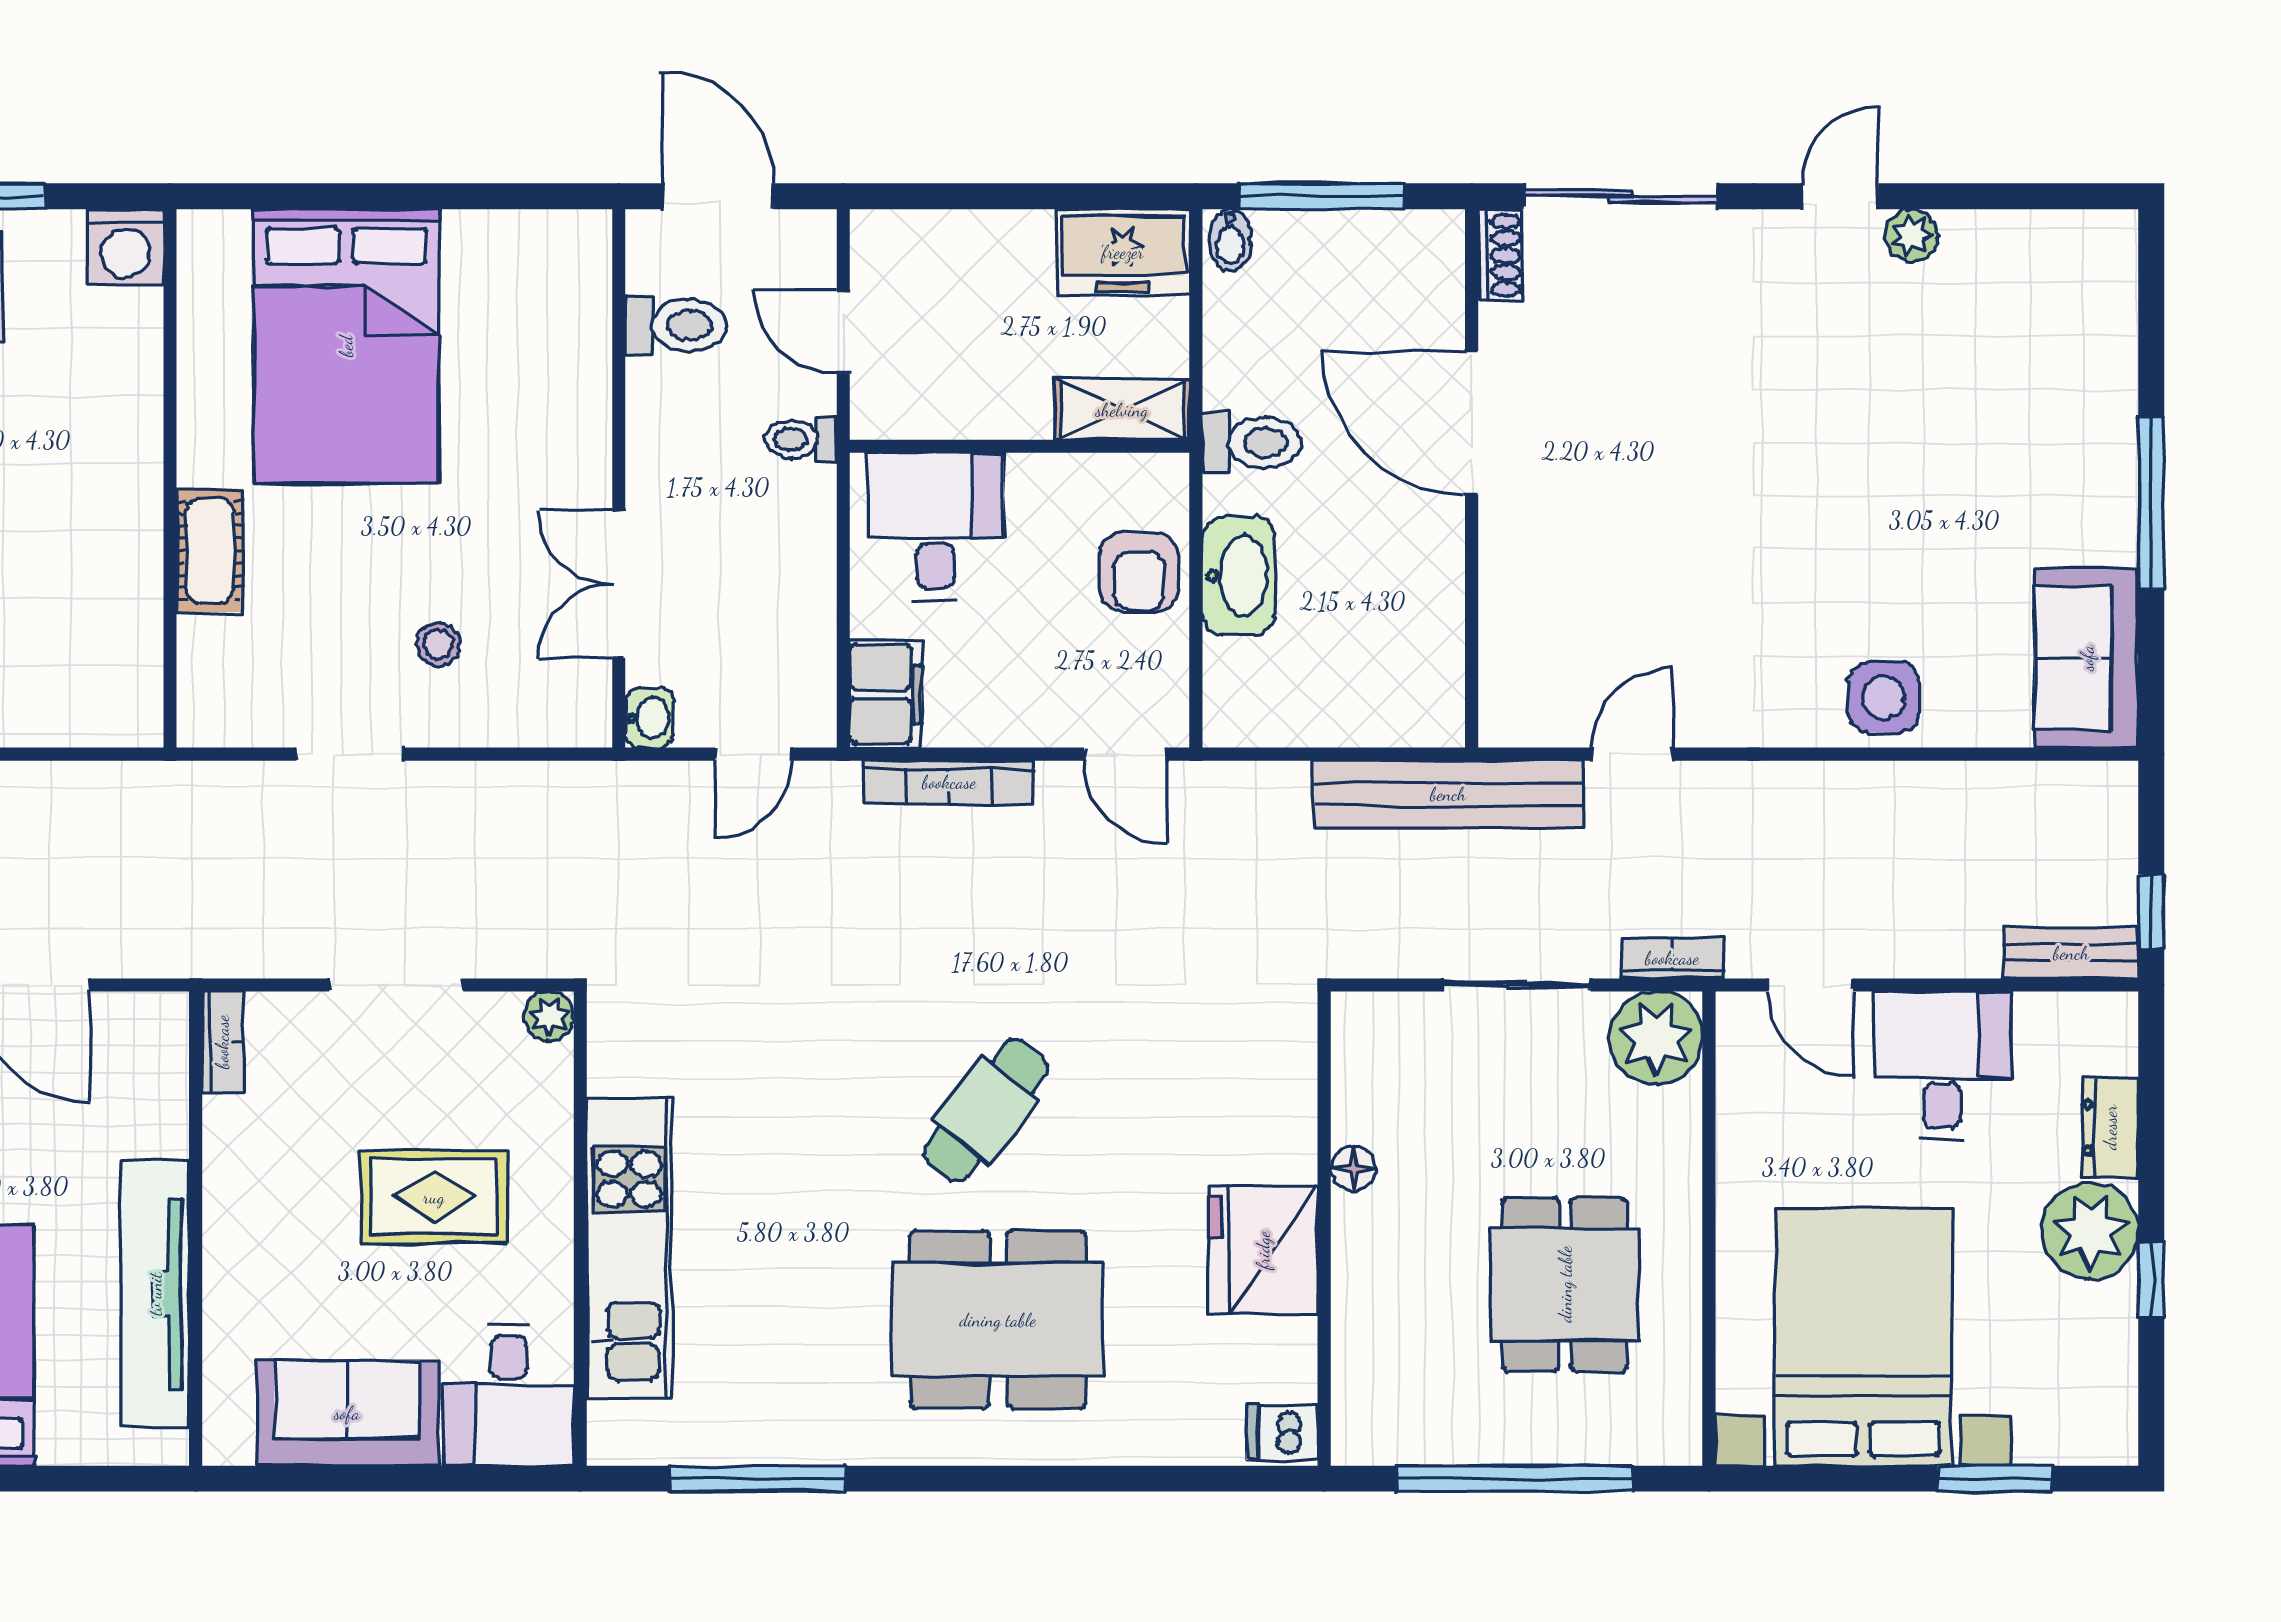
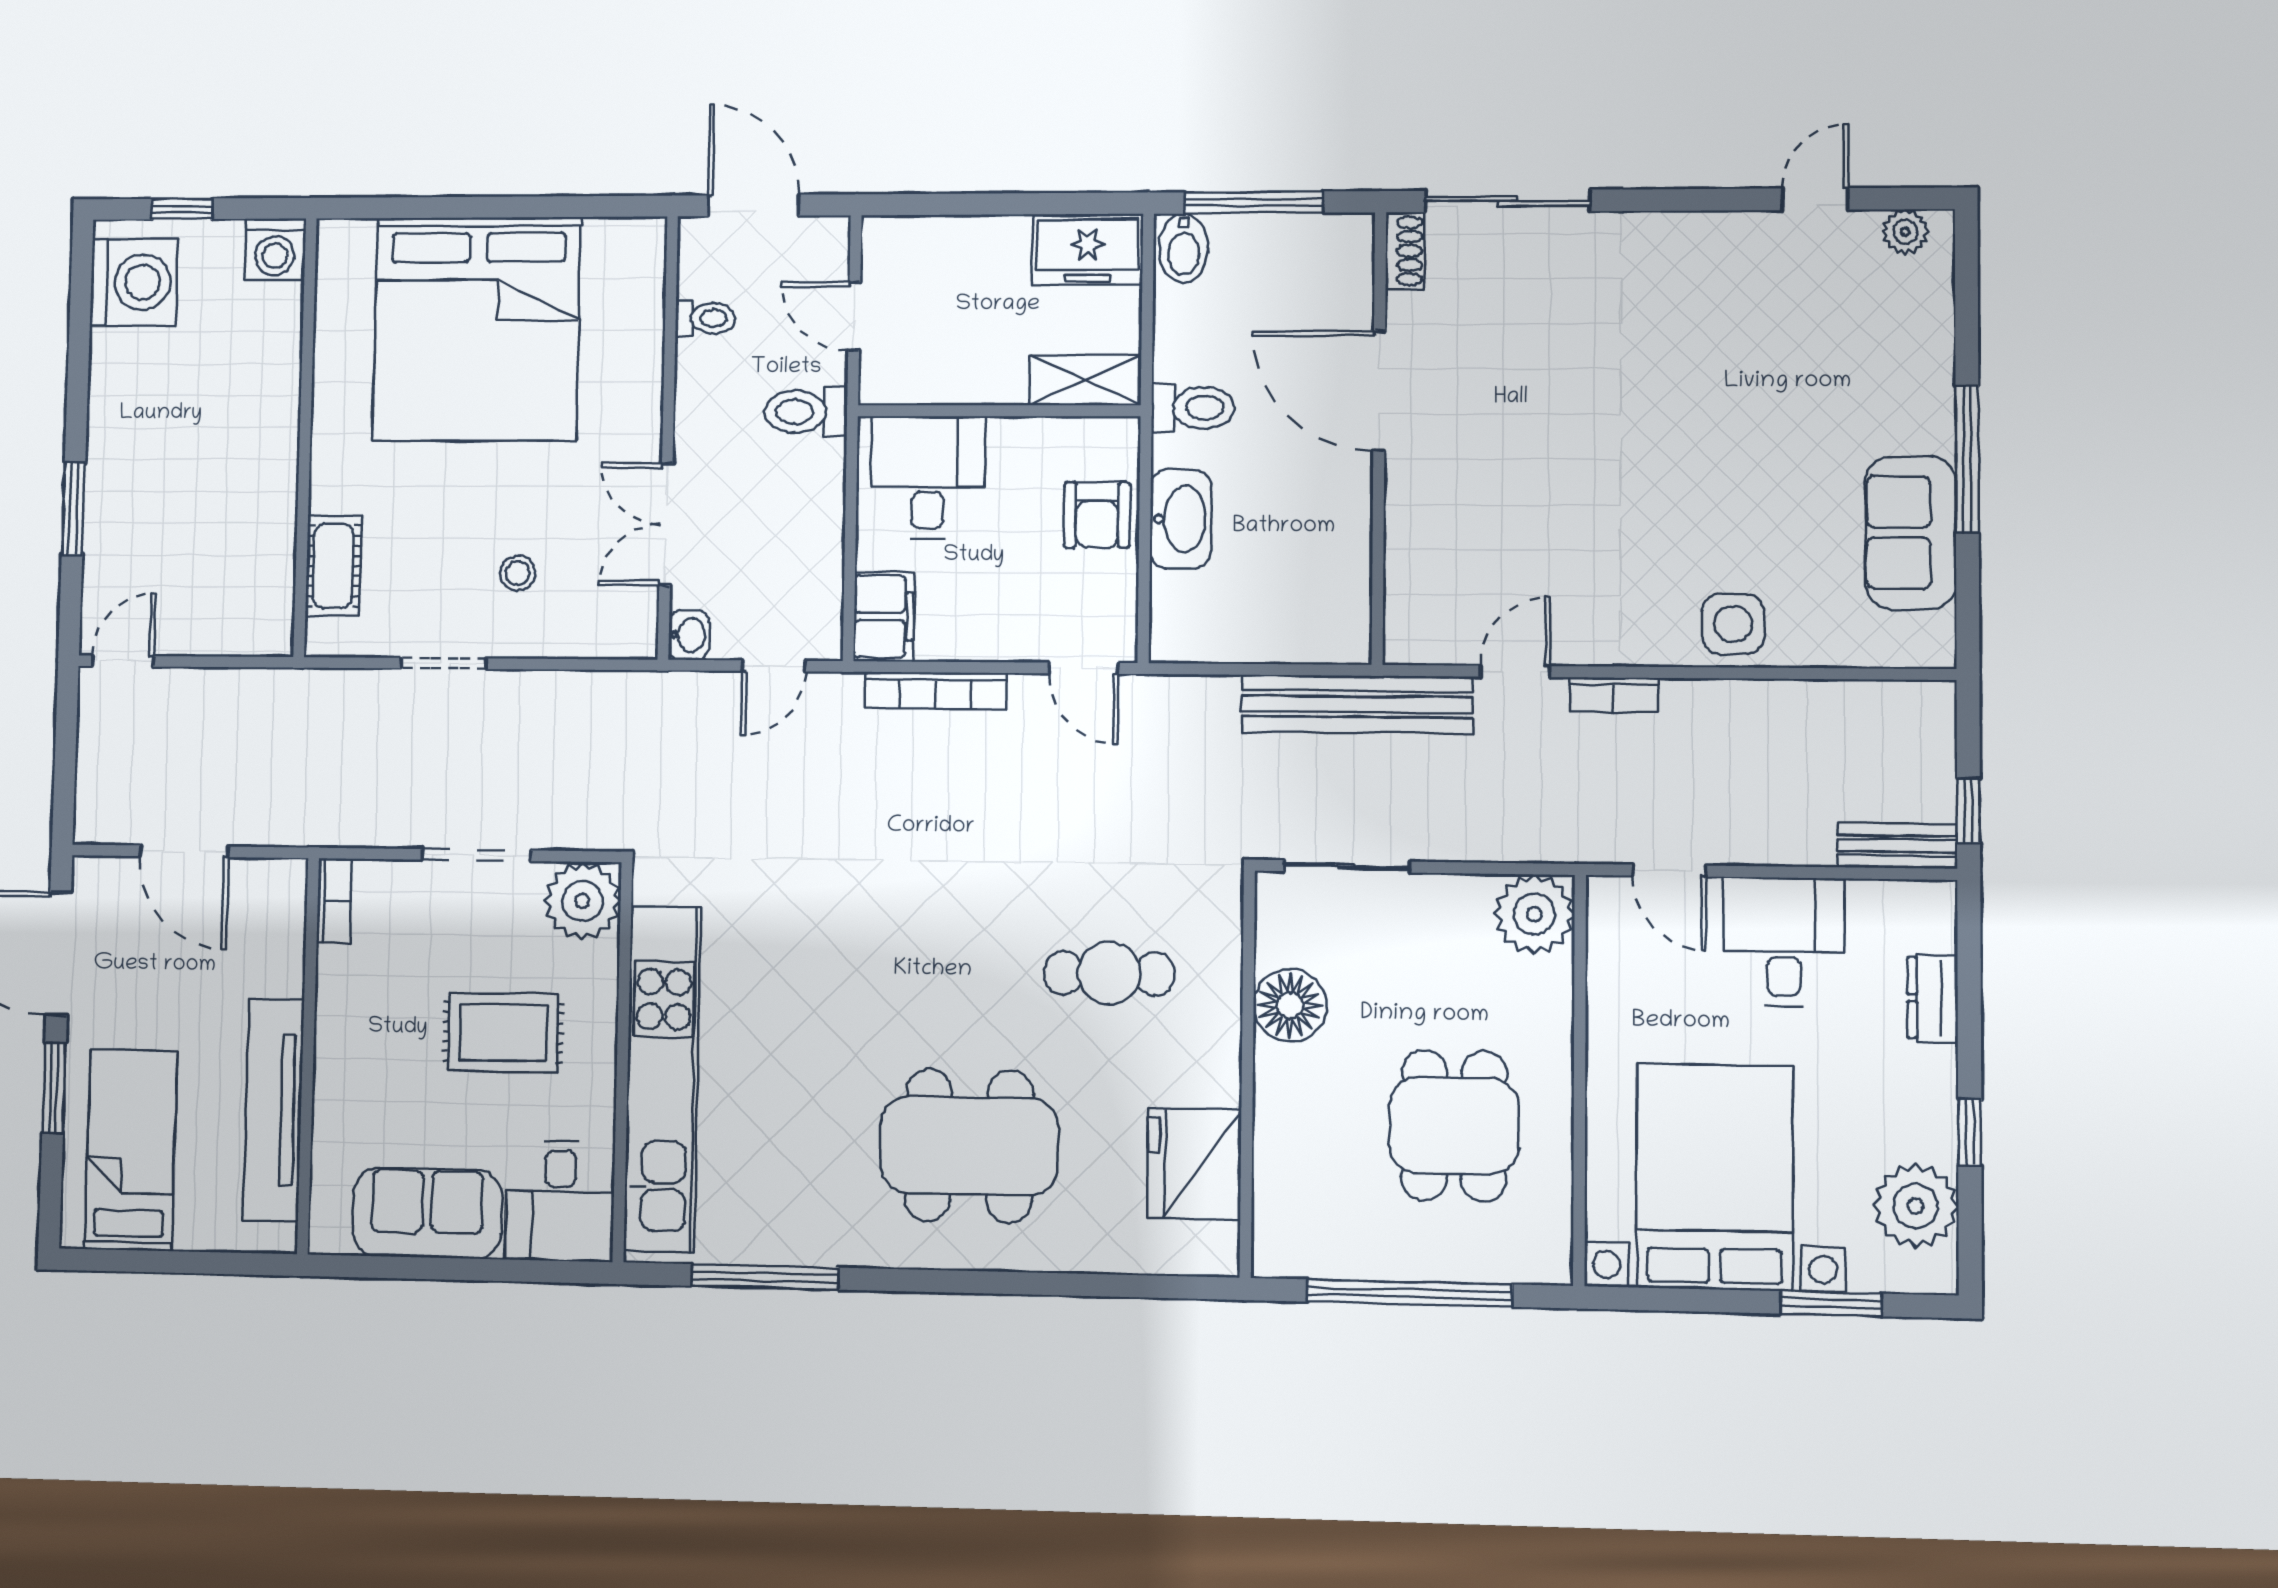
door: (1840, 196) -> (1815, 199), moved
plant: (1912, 235) -> (1905, 232), moved
bidet: (1230, 240) -> (1183, 248), width x1.38, depth x1.36
toilet: (676, 325) -> (705, 318), width x0.73, depth x0.72
bed: (346, 346) -> (477, 329), width x1.36
toilet: (801, 439) -> (806, 412), width x1.37, depth x1.39
cot: (210, 550) -> (333, 566), moved
sofa: (2087, 658) -> (1911, 533), moved
bookcase: (1672, 958) -> (1614, 695), moved, turned 180
sliding door: (1517, 985) -> (1347, 866), moved
plant: (549, 1016) -> (582, 901), width x1.87, depth x1.87
cafe table: (986, 1110) -> (1109, 973), moved, turned 52
floor lamp: (1353, 1168) -> (1290, 1005), width x1.89, depth x1.89
plant: (2090, 1231) -> (1916, 1206), moved
kitchen unit: (629, 1248) -> (662, 1079), width x1.36
fridge: (1263, 1250) -> (1194, 1164), moved
dishwasher: (1282, 1432) -> (1209, 1248), removed

